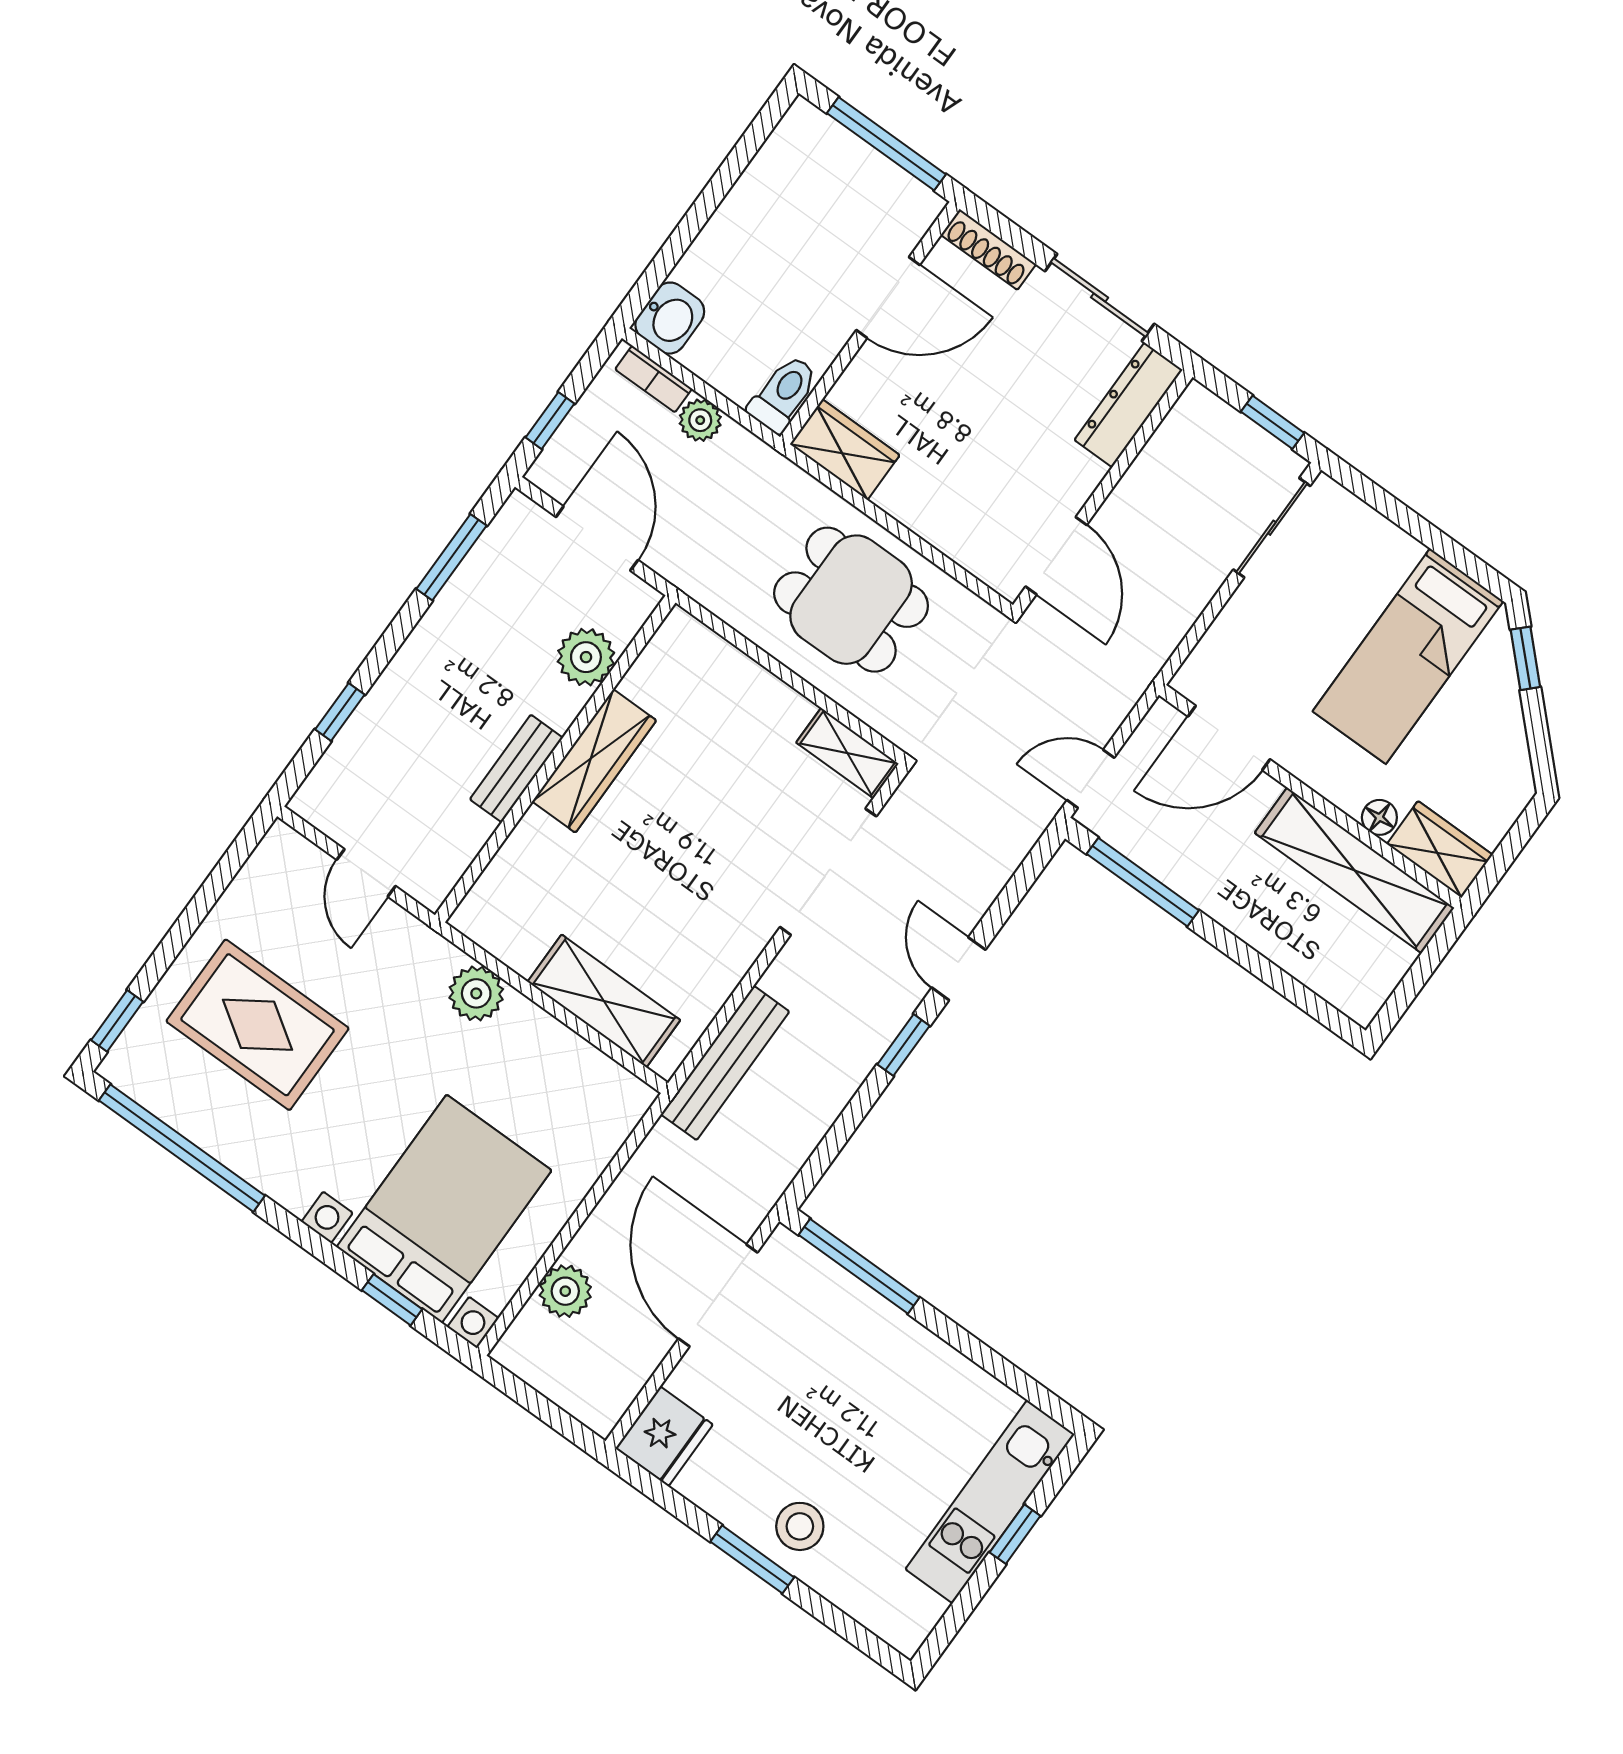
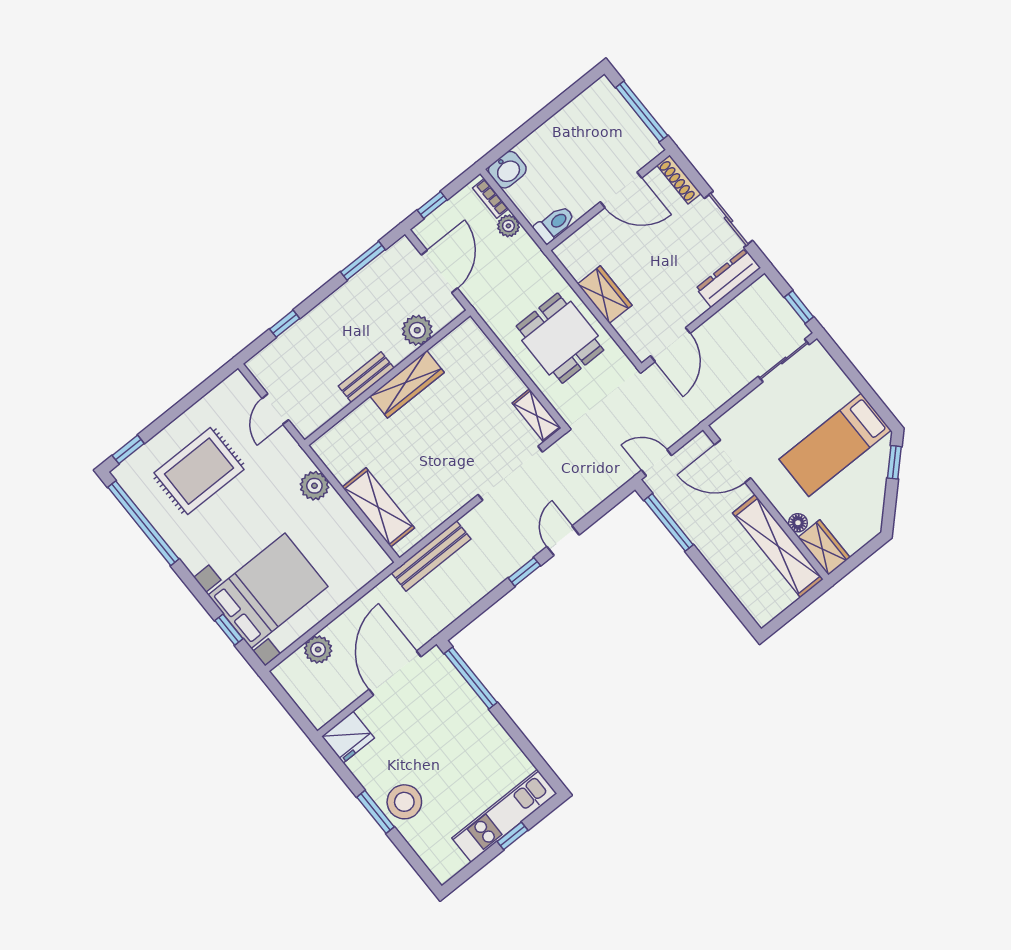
wardrobe: (845, 450) -> (605, 295), moved
rug: (258, 1025) -> (199, 471), turned 90
stool: (800, 1526) -> (404, 802), width x1.38, depth x1.38

